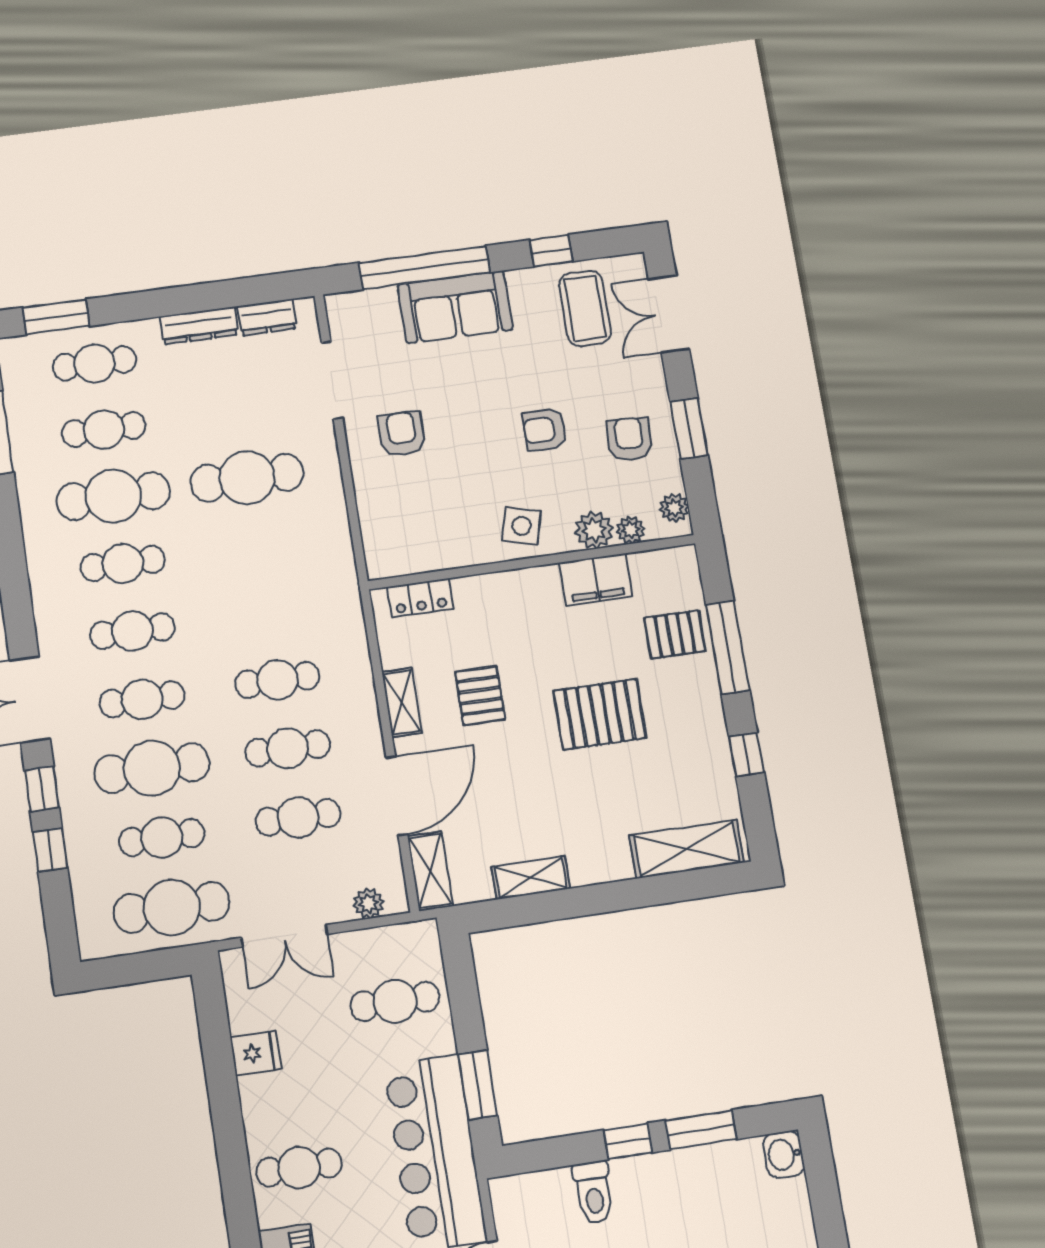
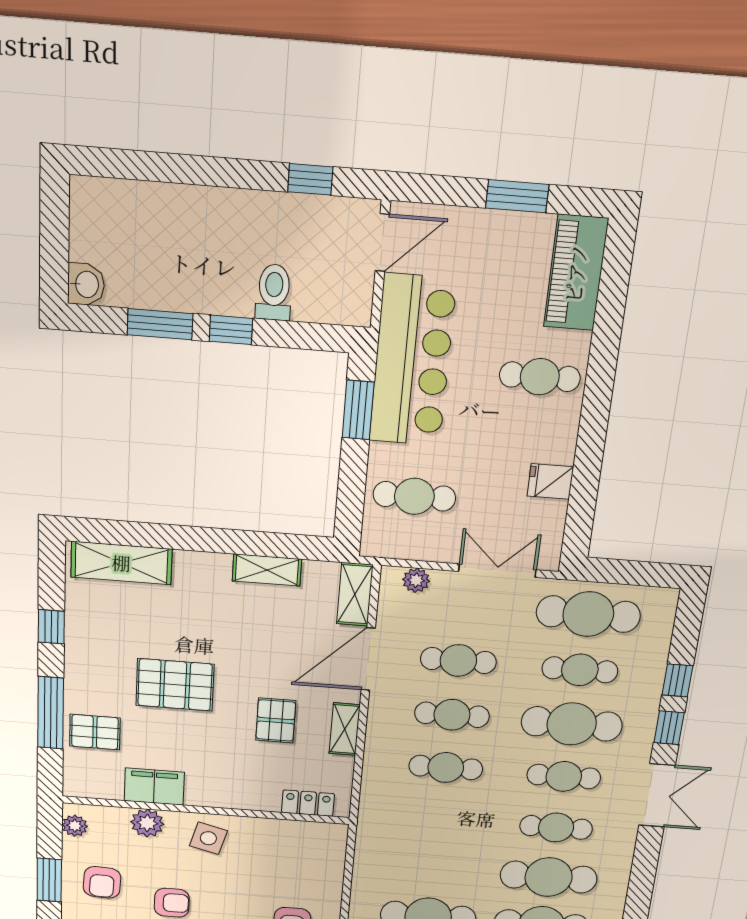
plant: (631, 530) -> (116, 817), removed
cafe table: (123, 563) -> (549, 877), width x1.37, depth x1.35

